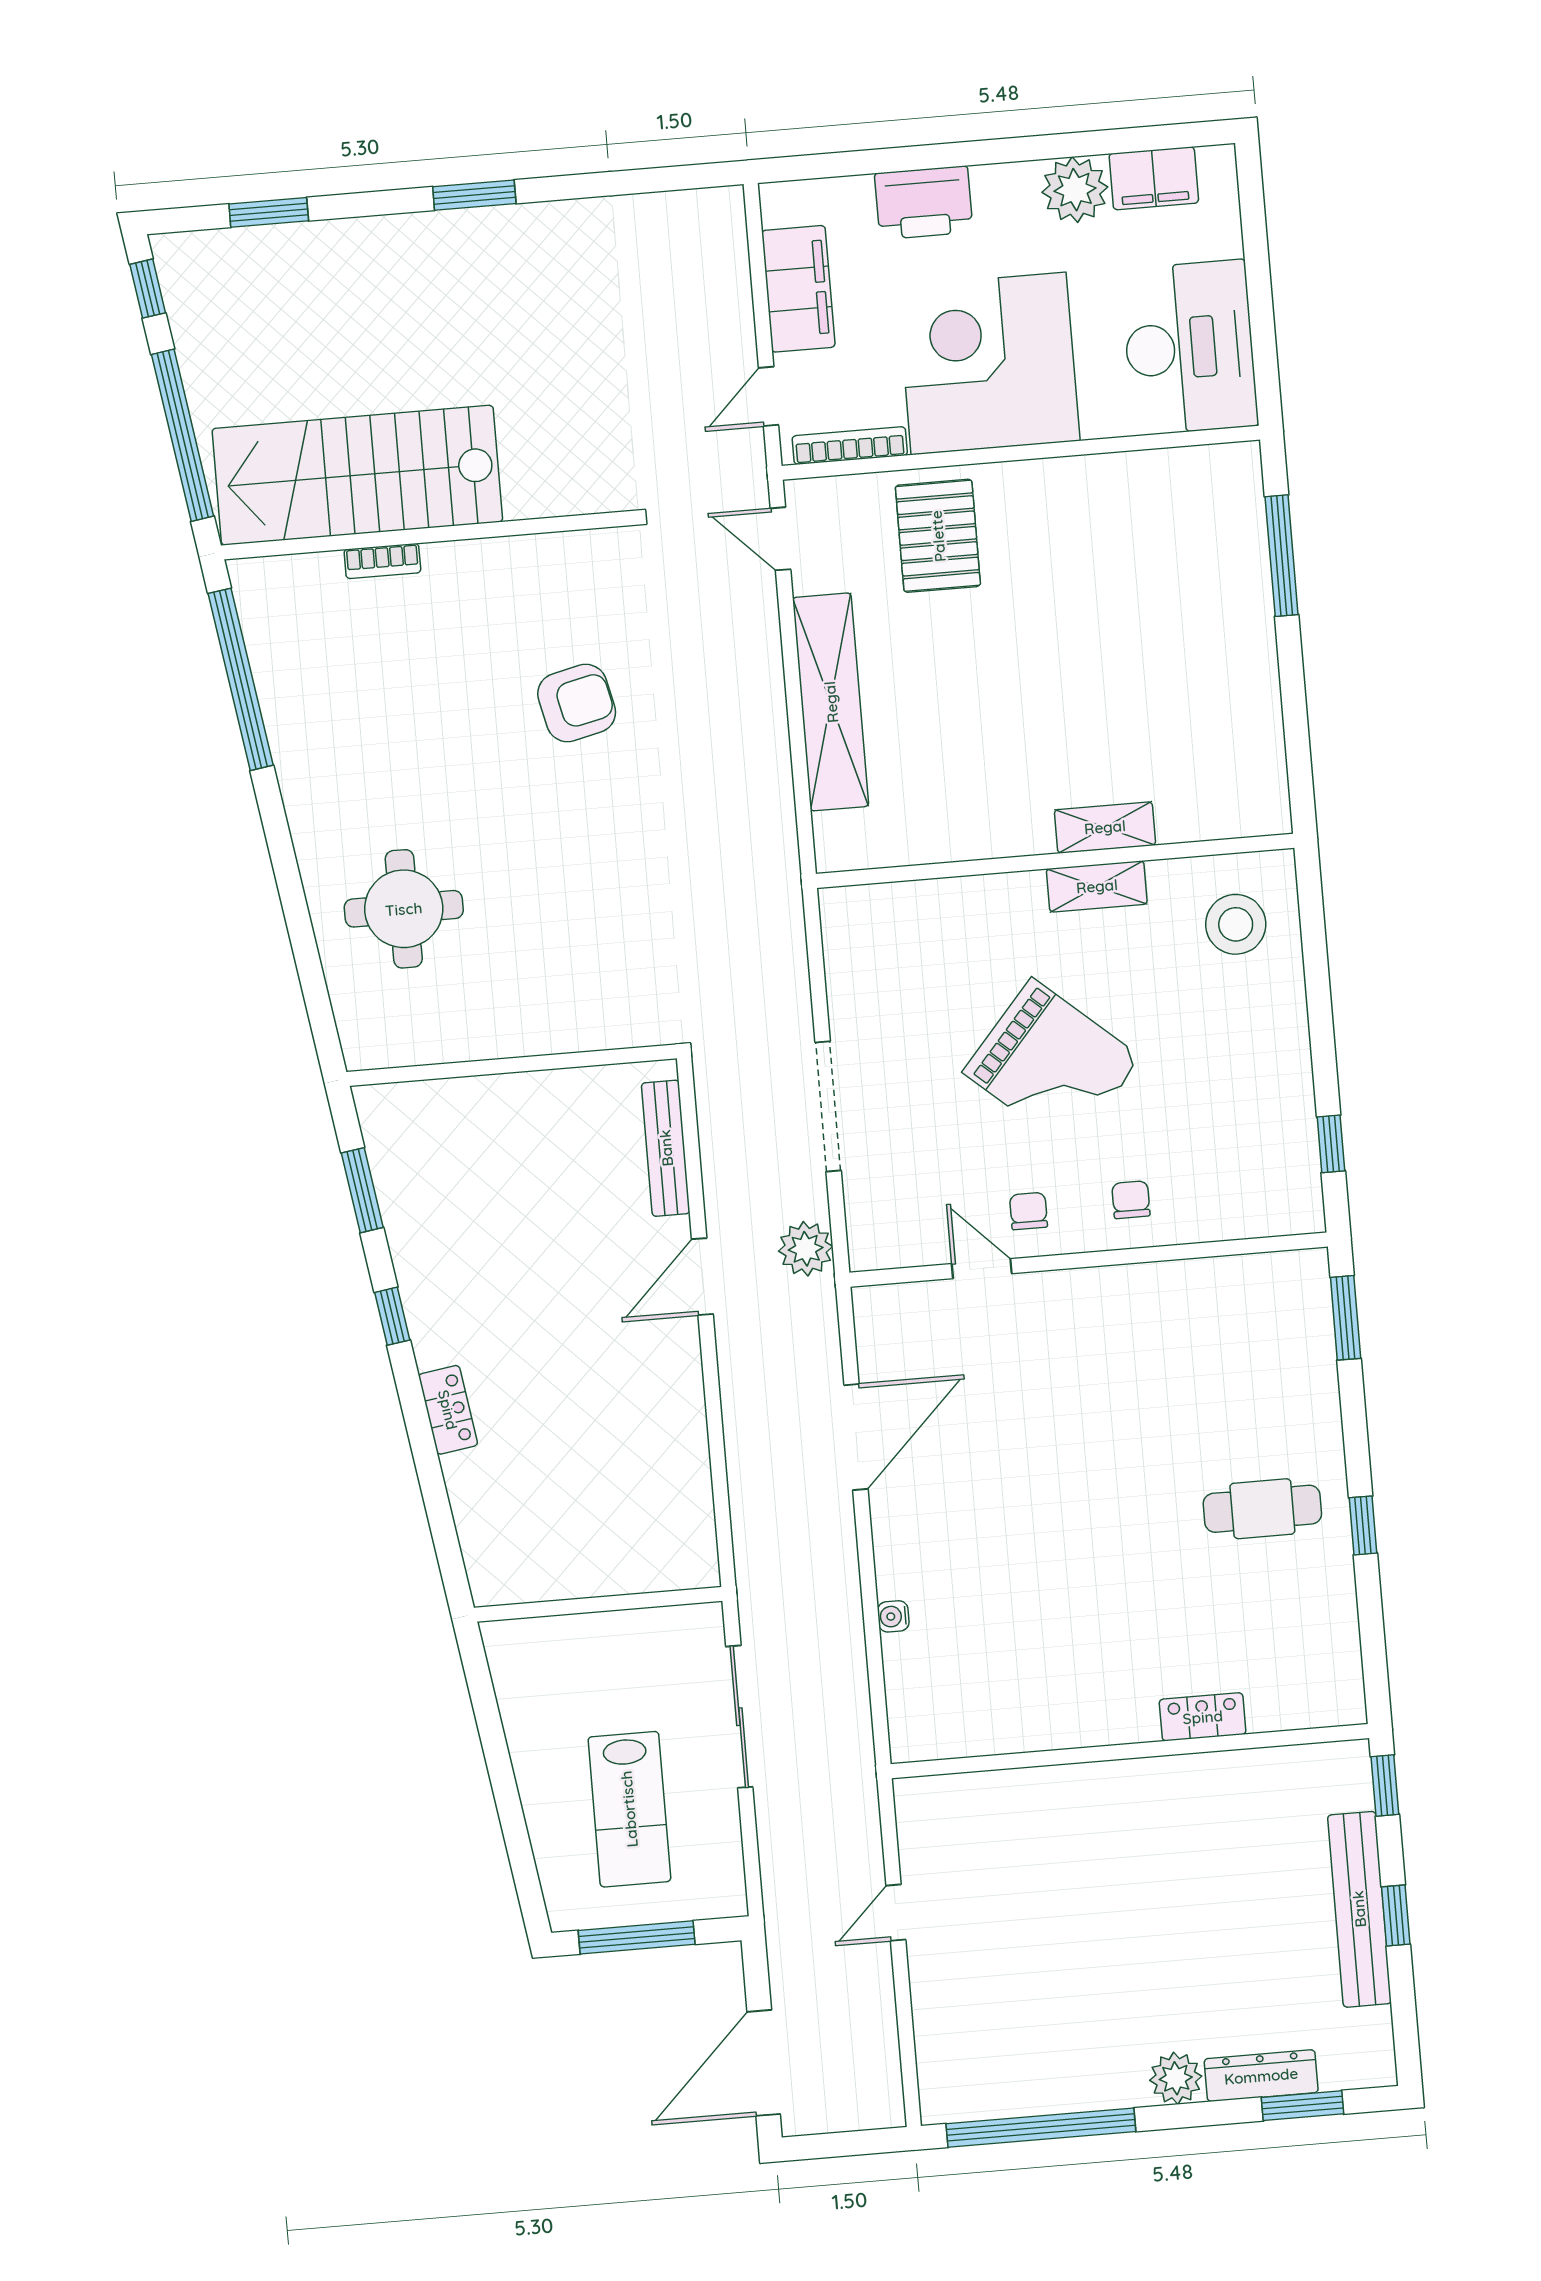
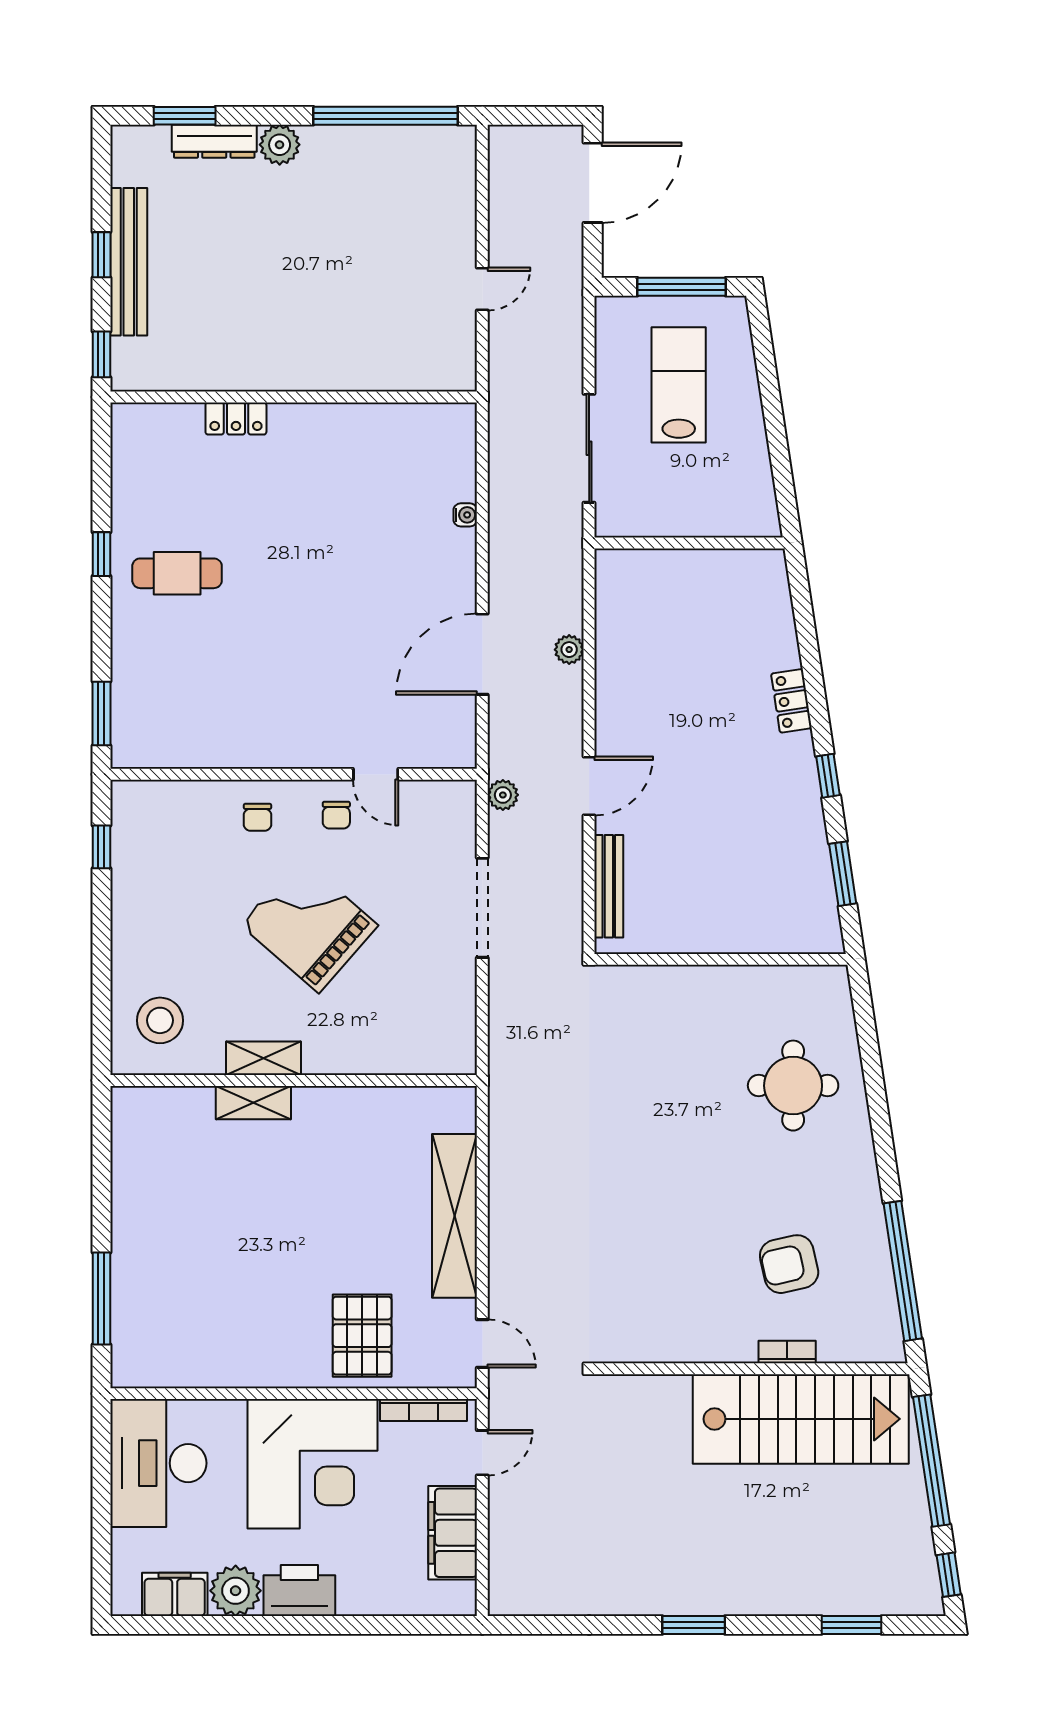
printer: (924, 203) -> (299, 1590), moved
armchair: (577, 703) -> (789, 1264), moved
plant: (806, 1249) -> (503, 795), width x0.73, depth x0.73
plant: (743, 1452) -> (569, 650), added

